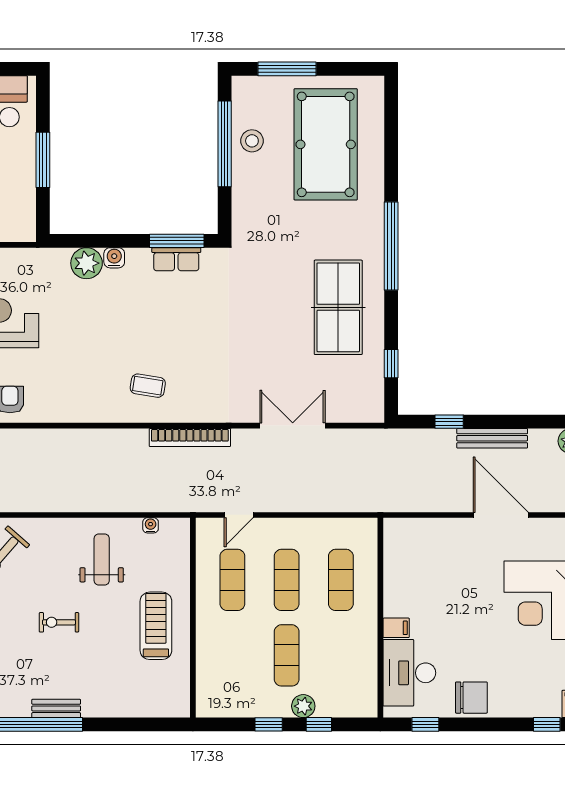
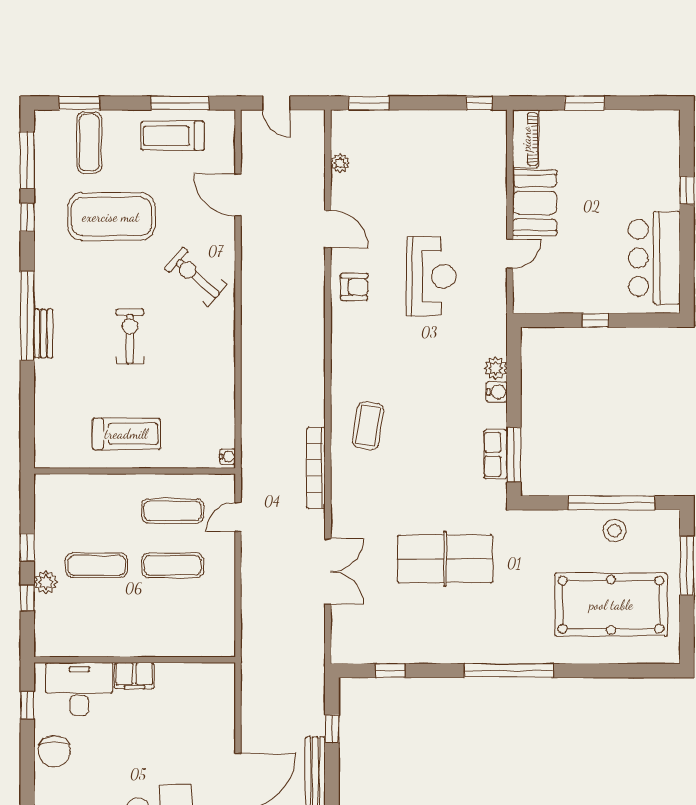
window: (43, 160) -> (595, 320), width x0.46
plant: (87, 263) -> (496, 368), width x0.73, depth x0.73
table tennis table: (338, 307) -> (445, 559), moved
coffee table: (148, 386) -> (368, 426), width x1.36, depth x1.30
door: (239, 515) -> (238, 517), hinge flipped
water cooler: (151, 525) -> (228, 457), moved
weight bench: (102, 560) -> (193, 379), removed
exercise mat: (341, 580) -> (173, 620), removed
exercise bike: (59, 622) -> (130, 336), width x1.38, depth x1.39
filing cabinet: (396, 628) -> (134, 676), width x2.00

